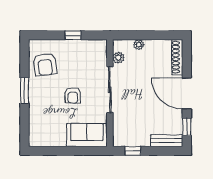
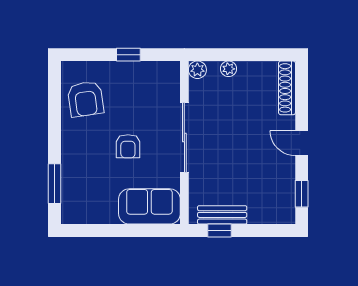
plant: (118, 58) -> (197, 70), moved
window: (25, 91) -> (55, 184), moved
door: (187, 93) -> (302, 143), width x0.53
bench: (167, 141) -> (222, 215), moved

